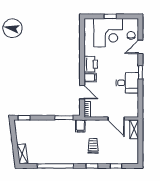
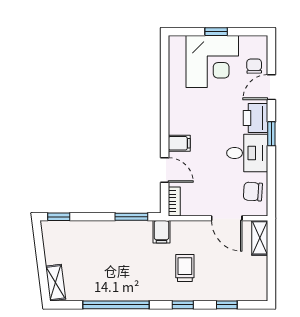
printer: (91, 64) -> (256, 118), moved, turned 180
chair: (130, 104) -> (253, 192), added

